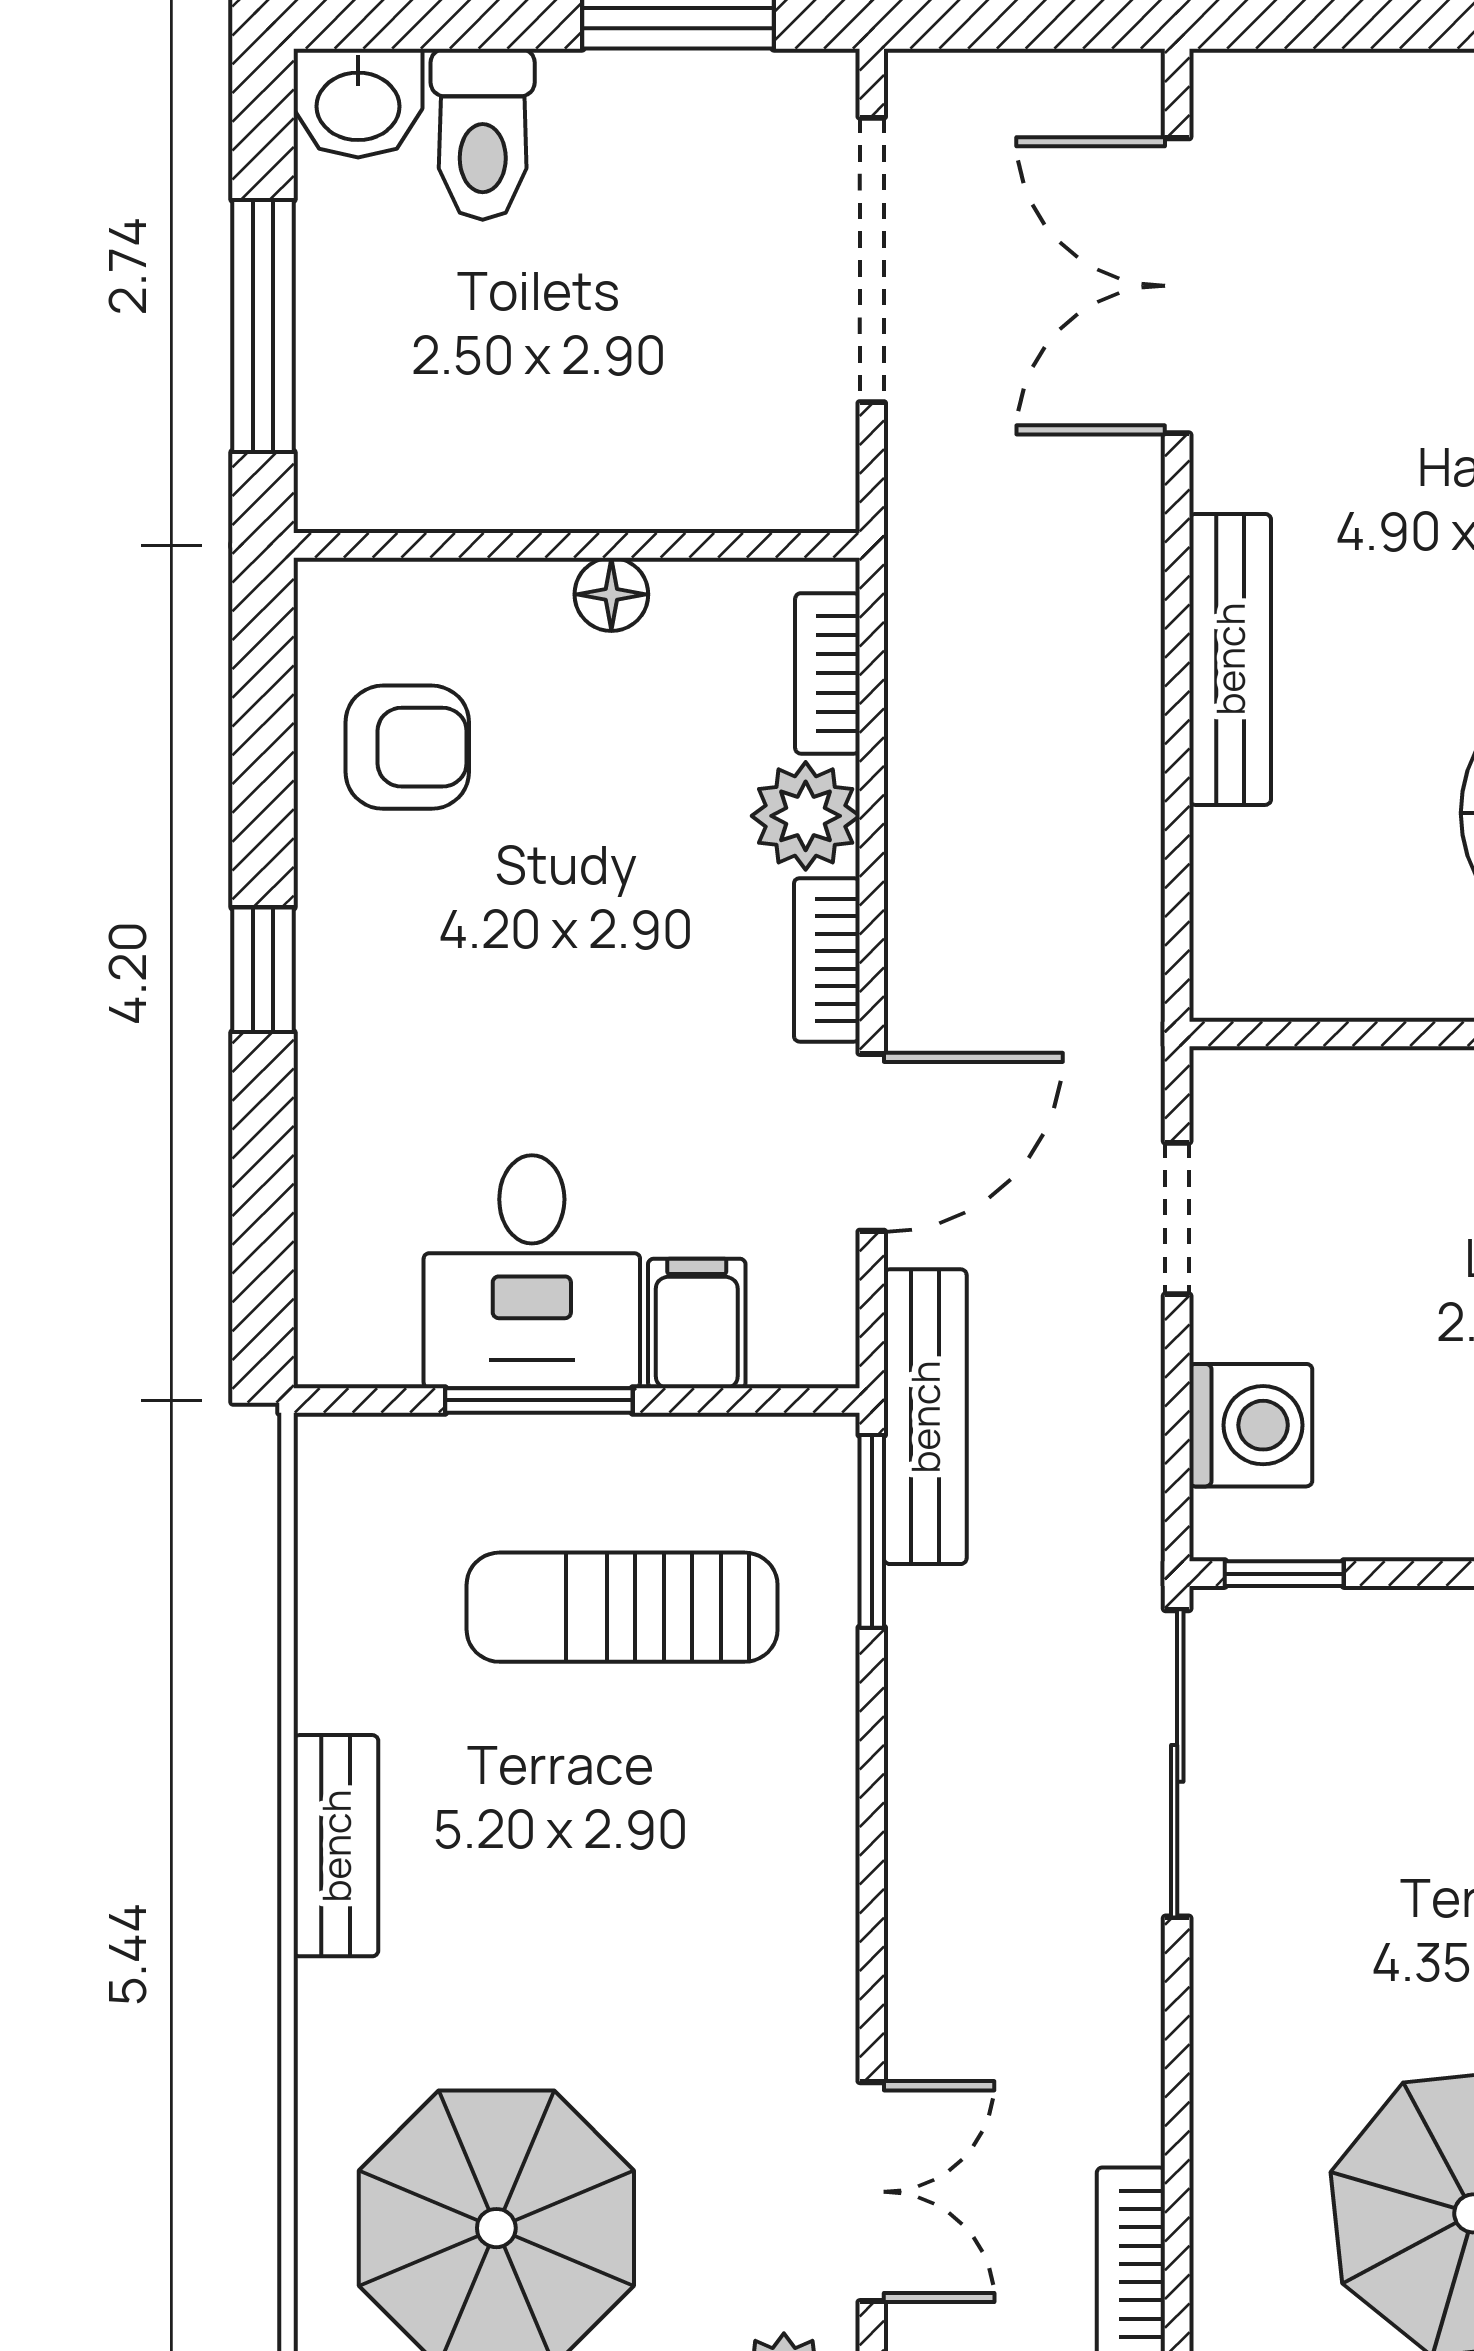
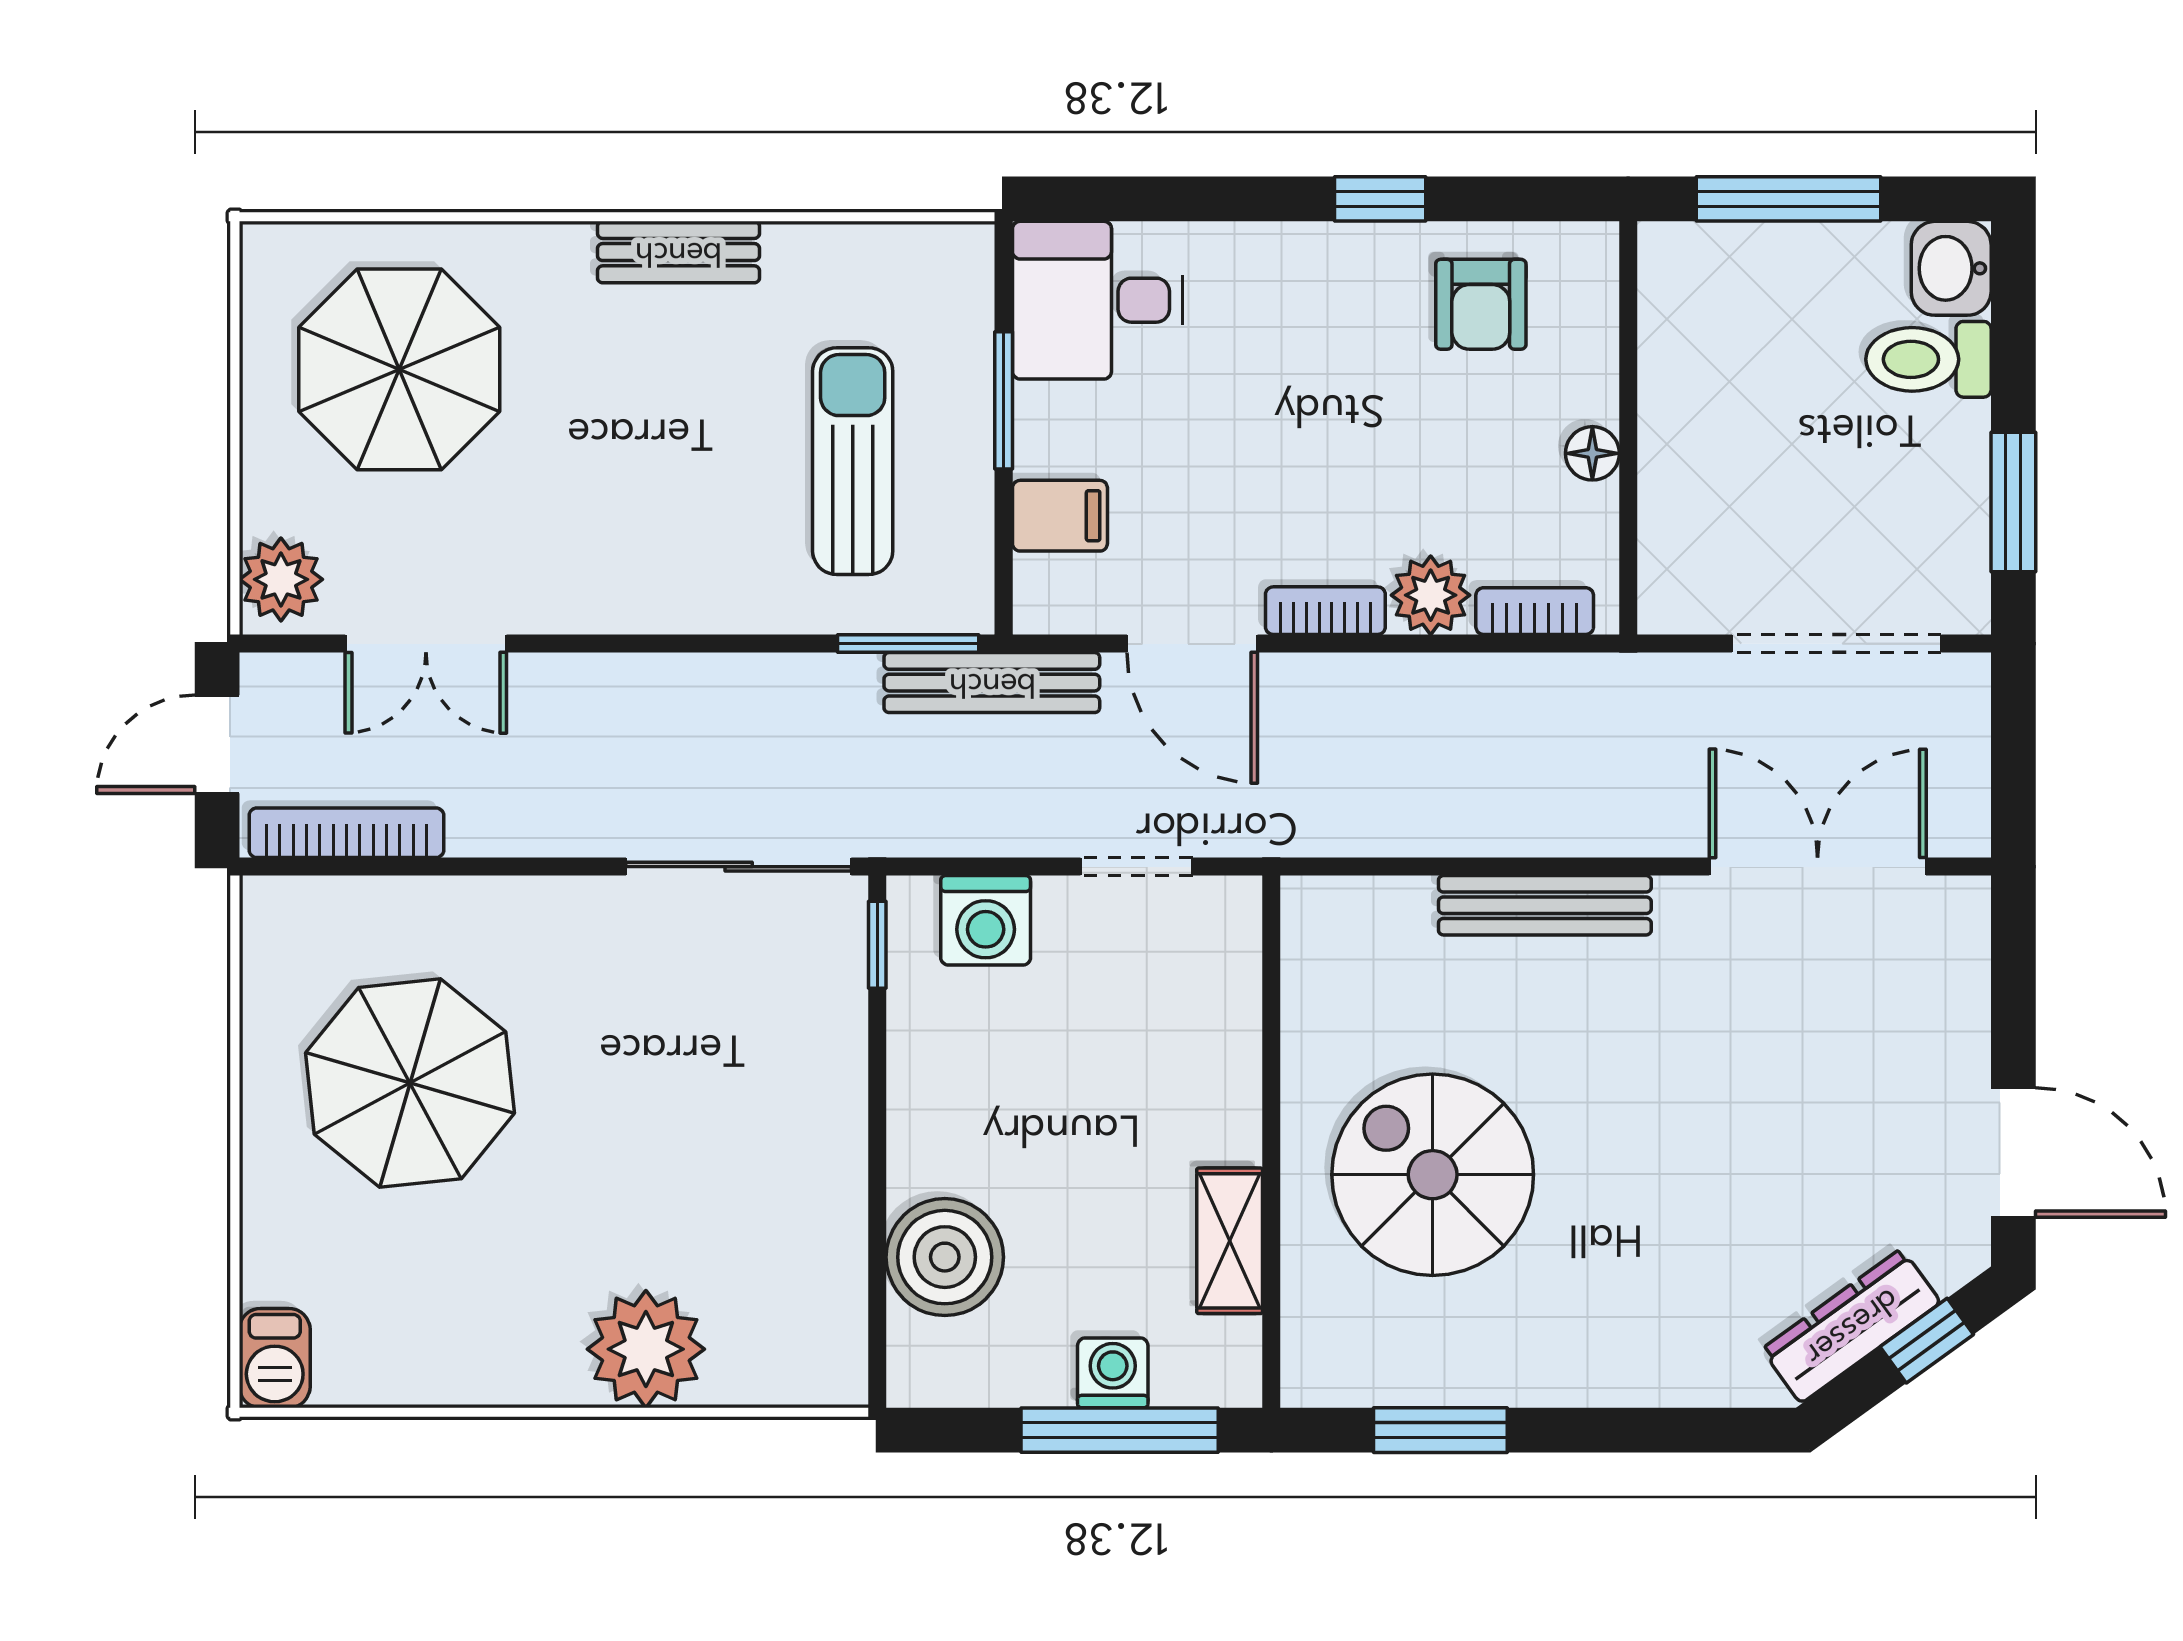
window: (263, 970) -> (1380, 199), moved
desk: (532, 1272) -> (1098, 300), moved

